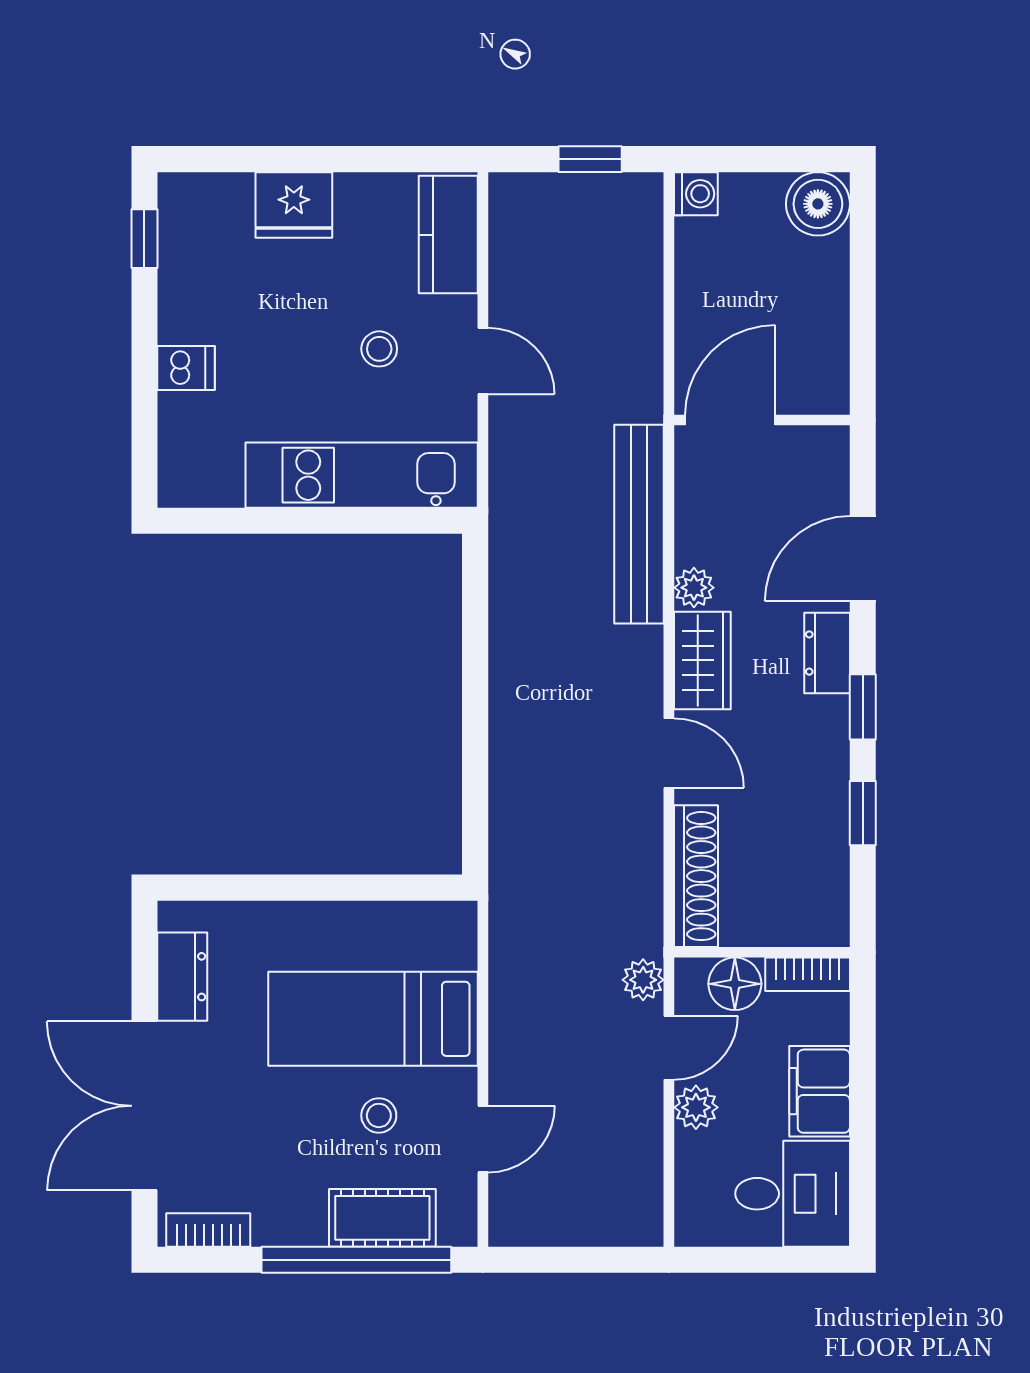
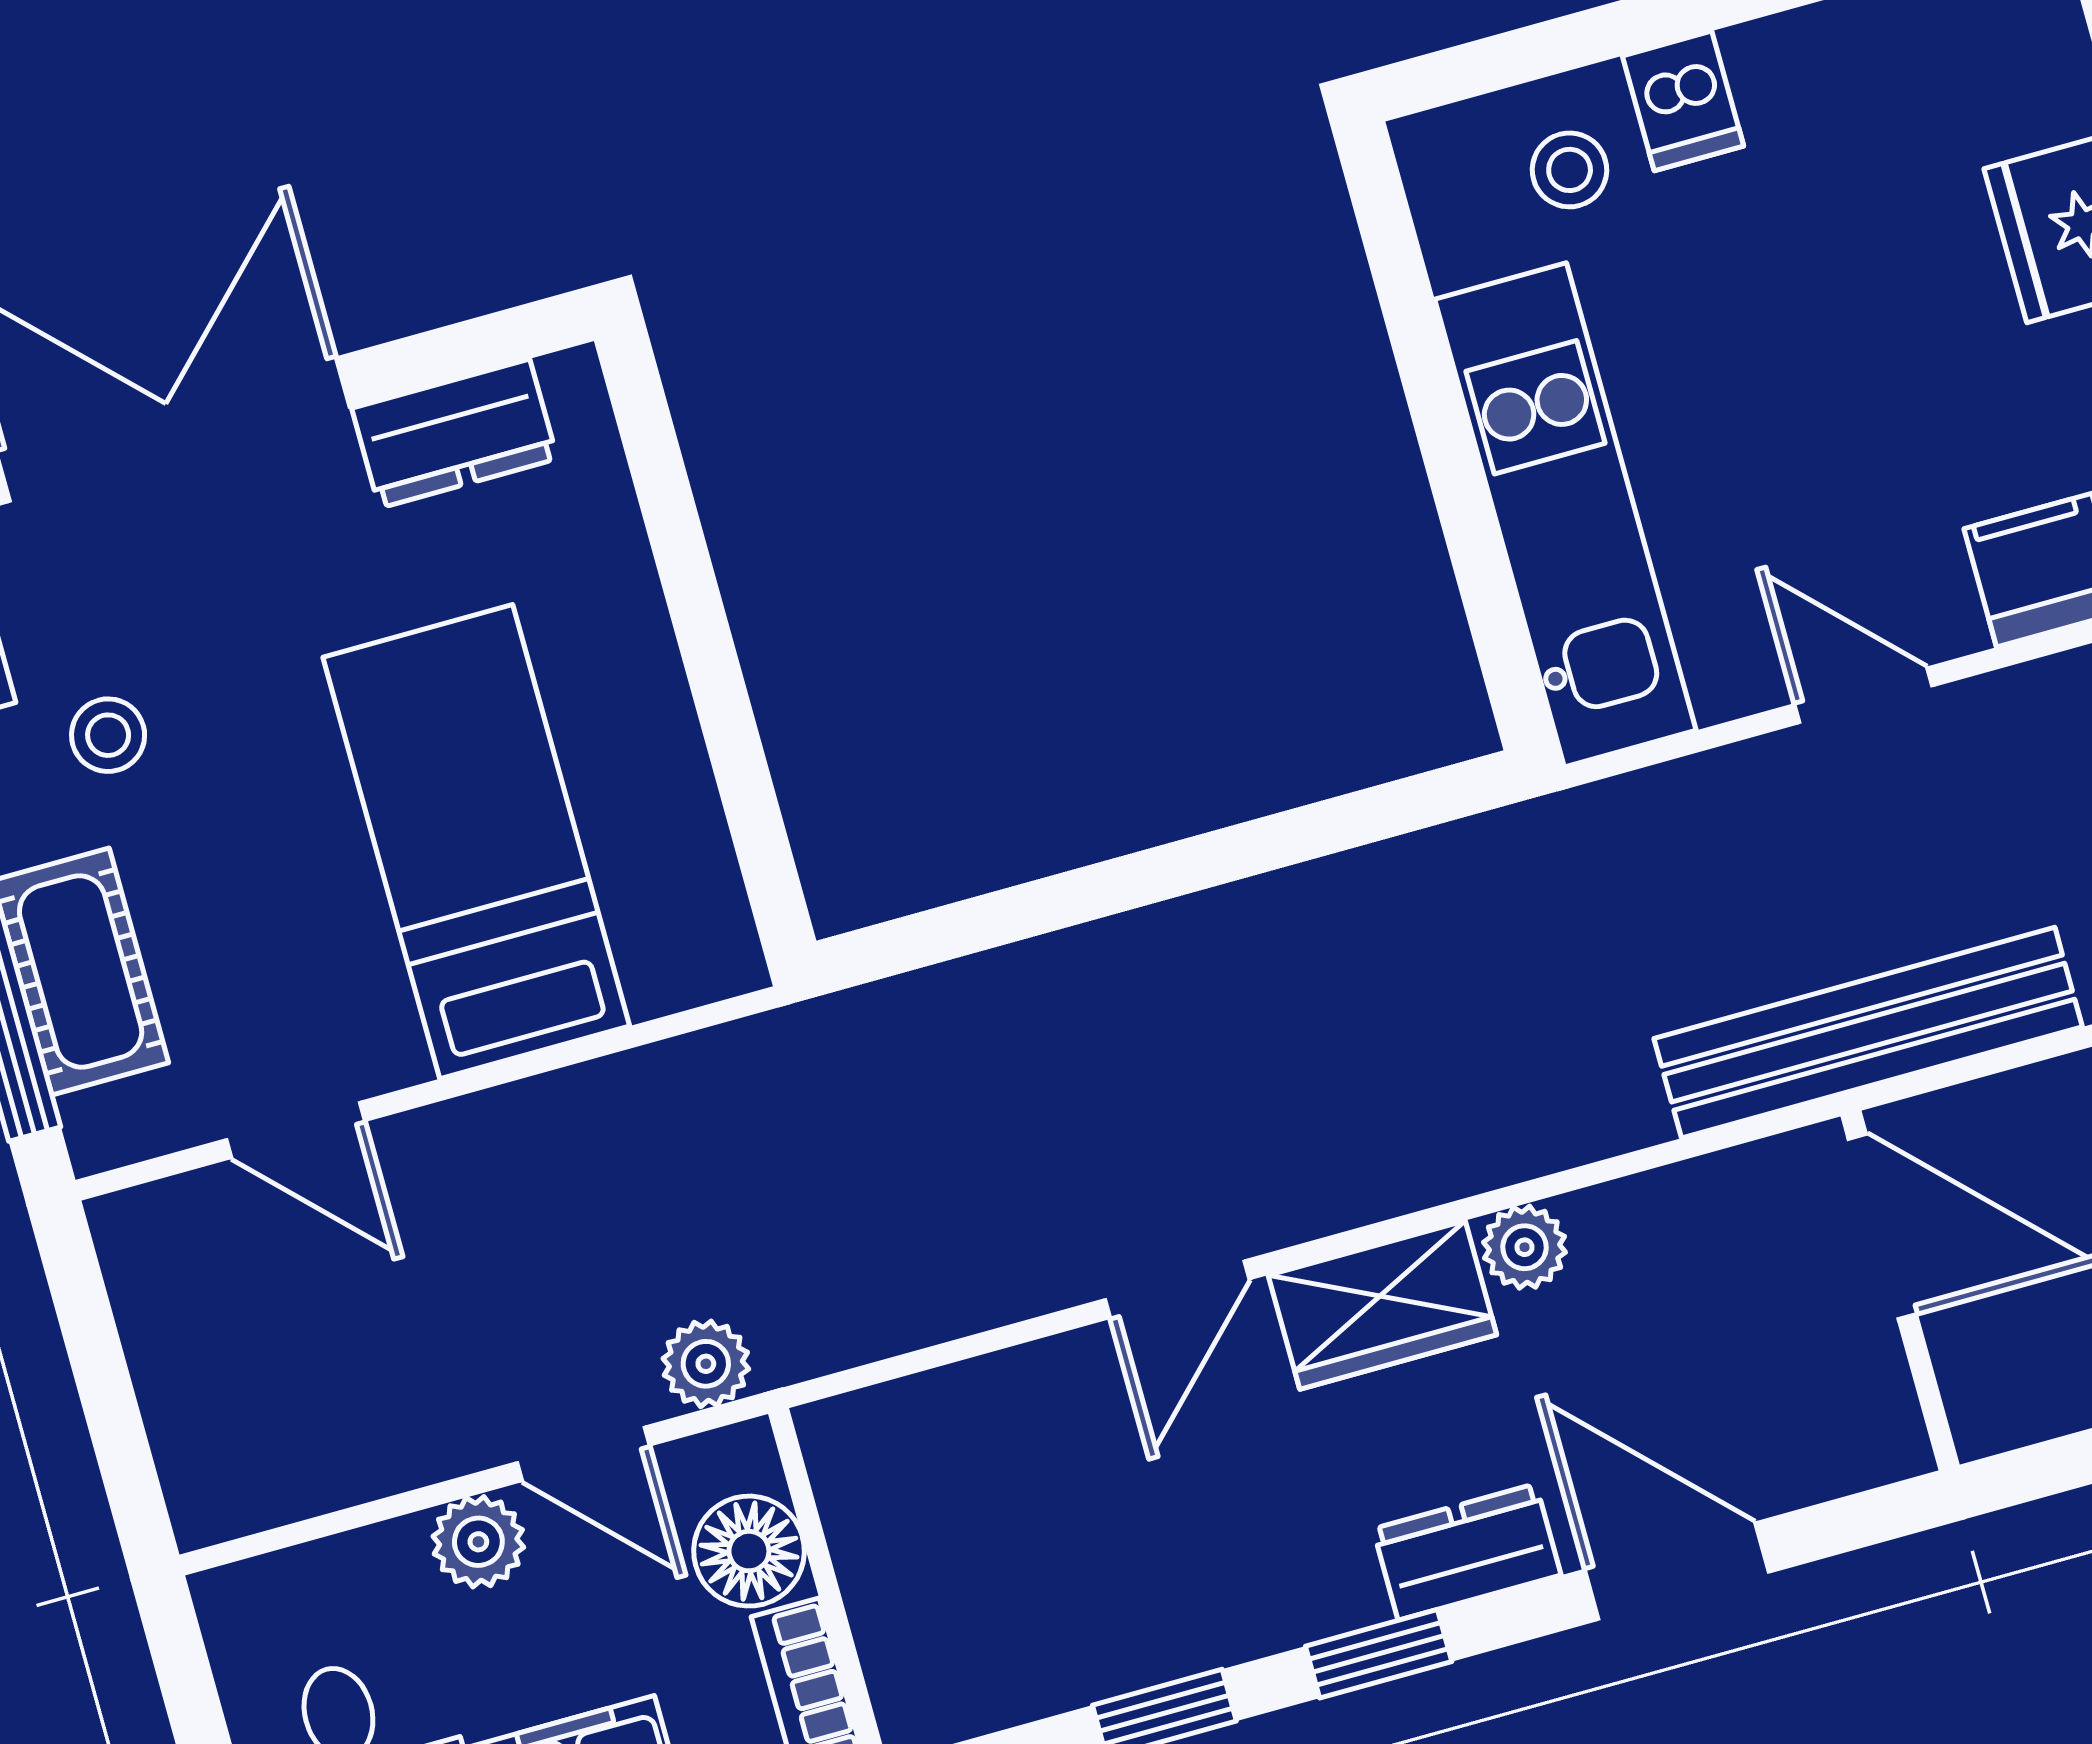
stool: (379, 349) -> (1570, 170), moved
door: (483, 361) -> (1863, 695), swing flipped
bench: (639, 524) -> (1868, 1033), moved
shoe rack: (696, 876) -> (944, 1413), removed
stool: (379, 1115) -> (108, 735), moved

